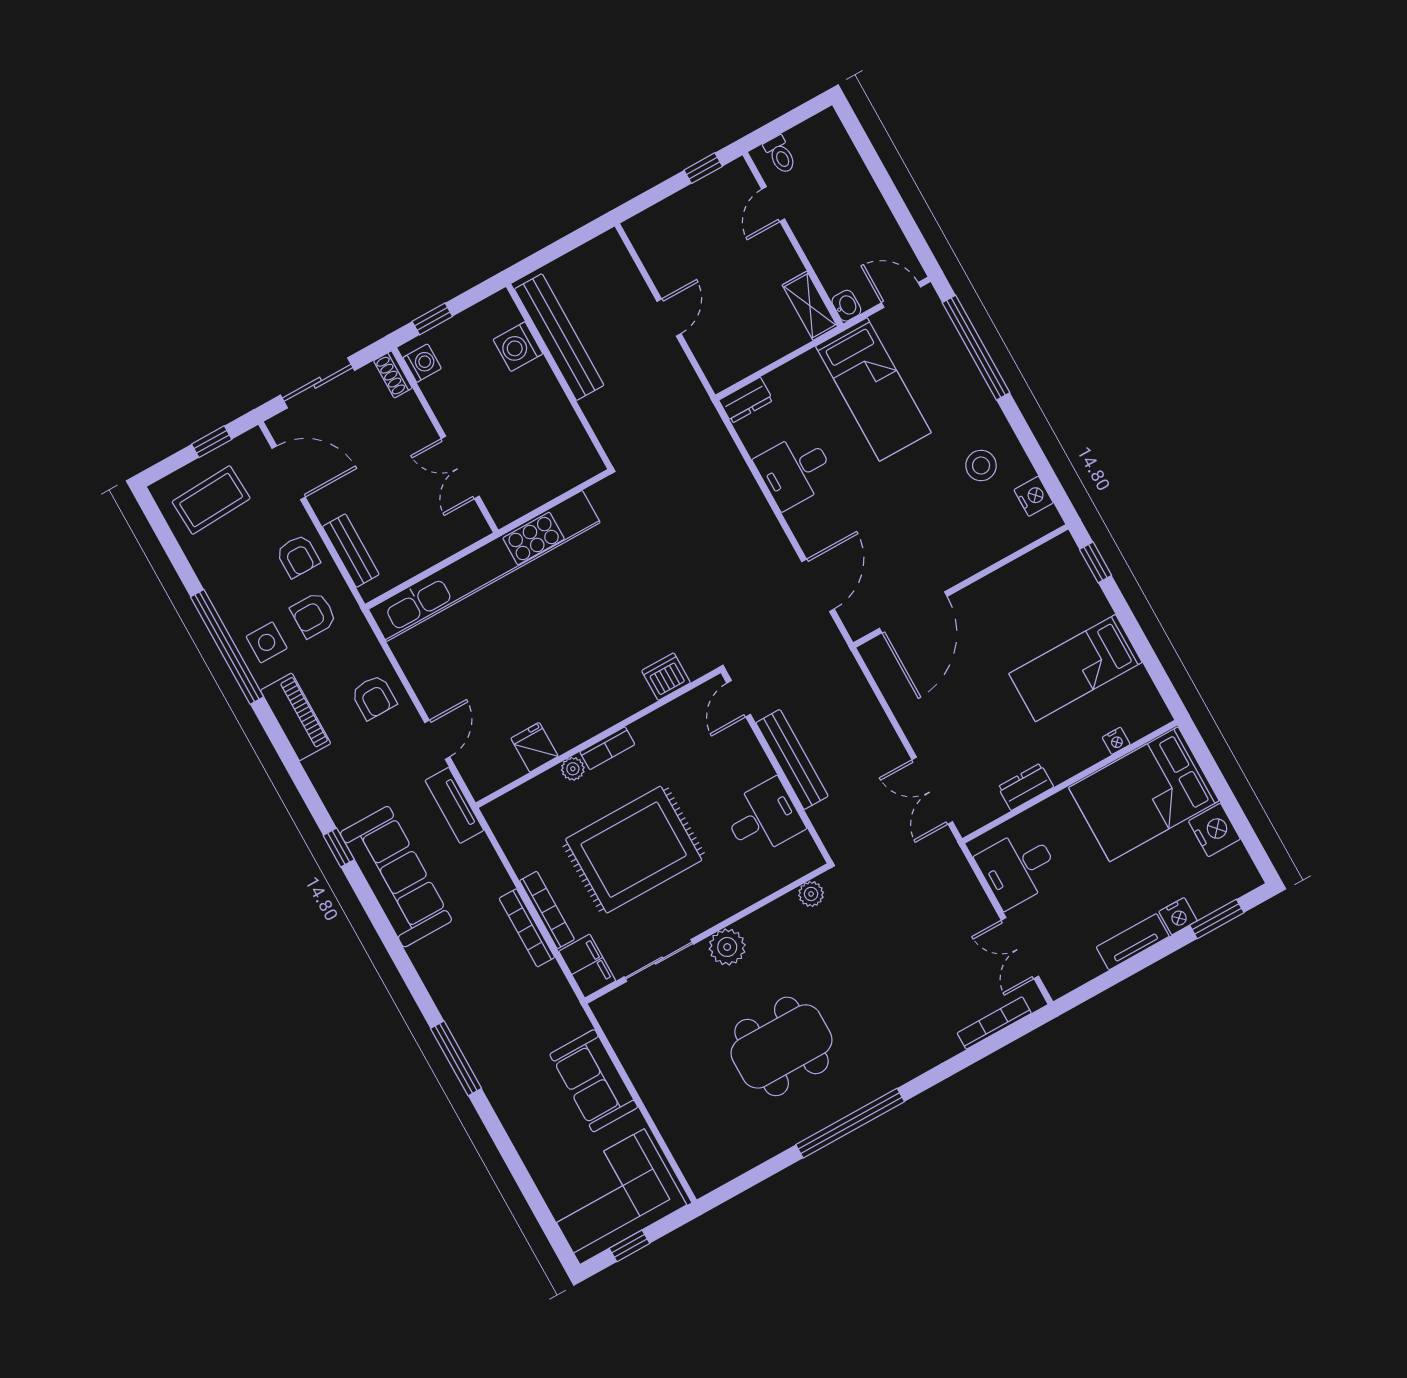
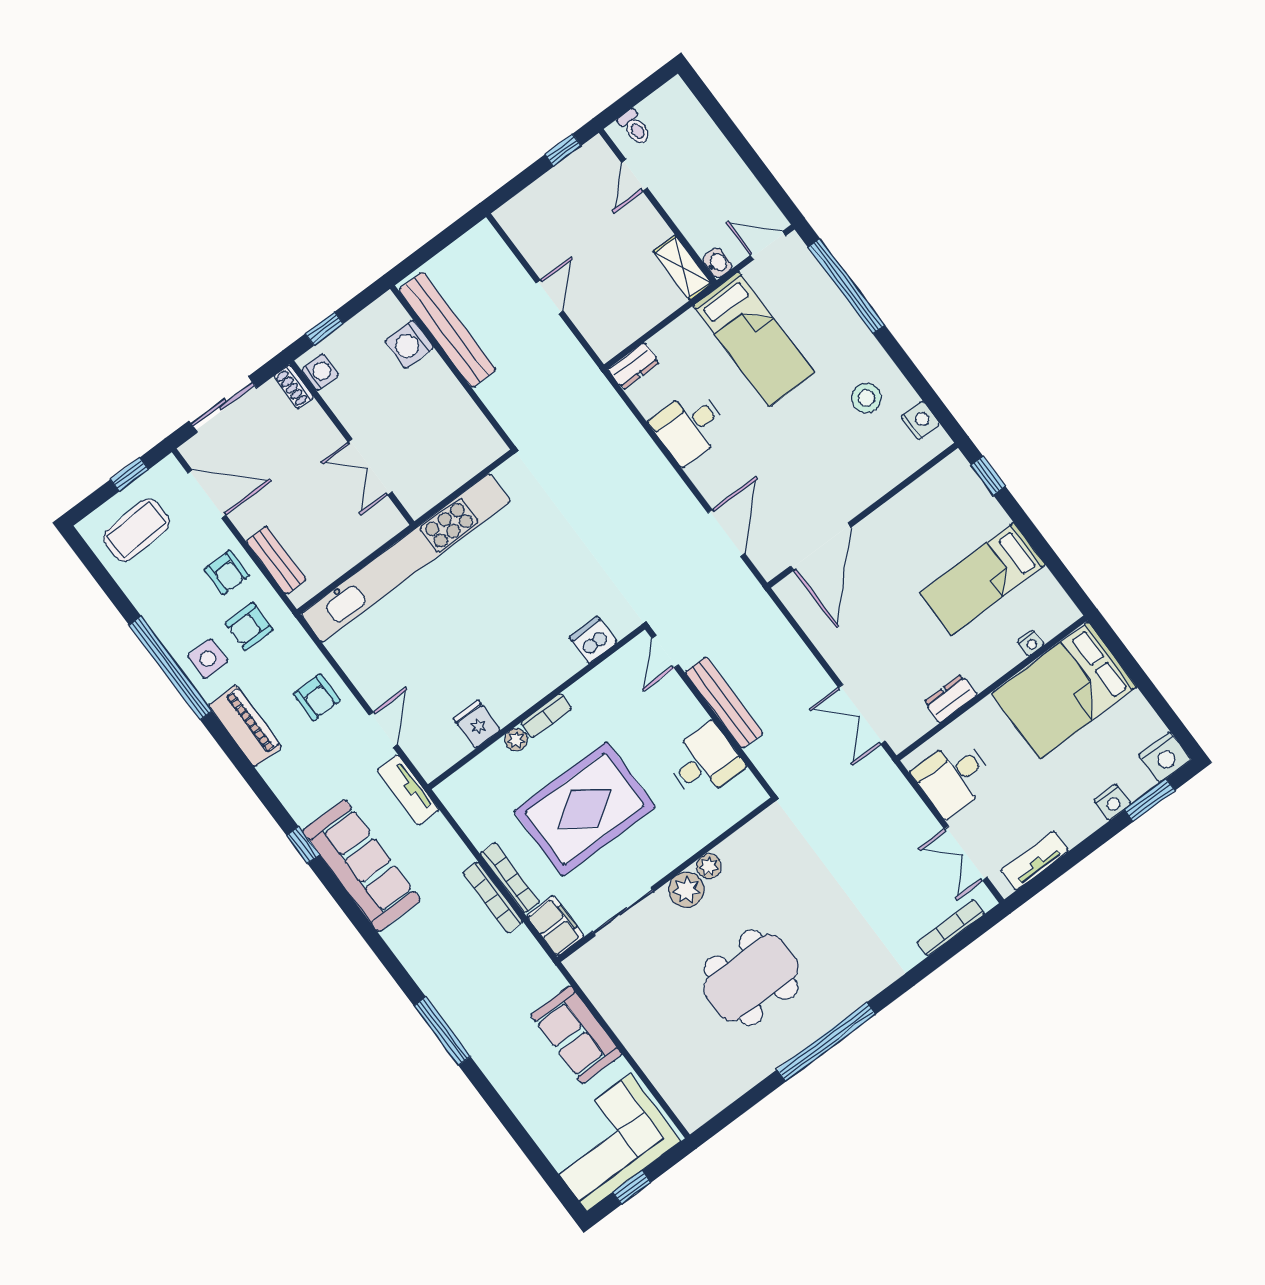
nightstand: (1214, 830) -> (1165, 757), moved, turned 90
plant: (811, 894) -> (709, 866), moved
tv unit: (1133, 942) -> (1035, 861), moved

